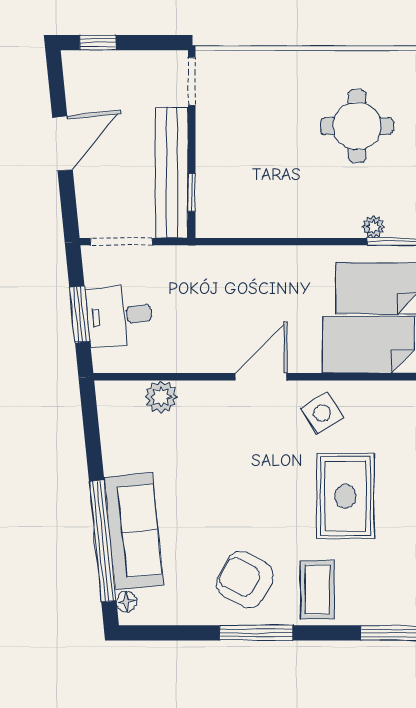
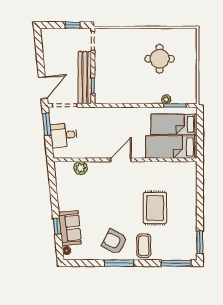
window: (98, 43) -> (73, 25), moved
door: (62, 144) -> (43, 88), moved
window: (80, 314) -> (47, 124), moved
side table: (322, 413) -> (145, 174), removed
sofa: (134, 531) -> (70, 228), width x0.73
window: (103, 541) -> (57, 226), width x0.32

